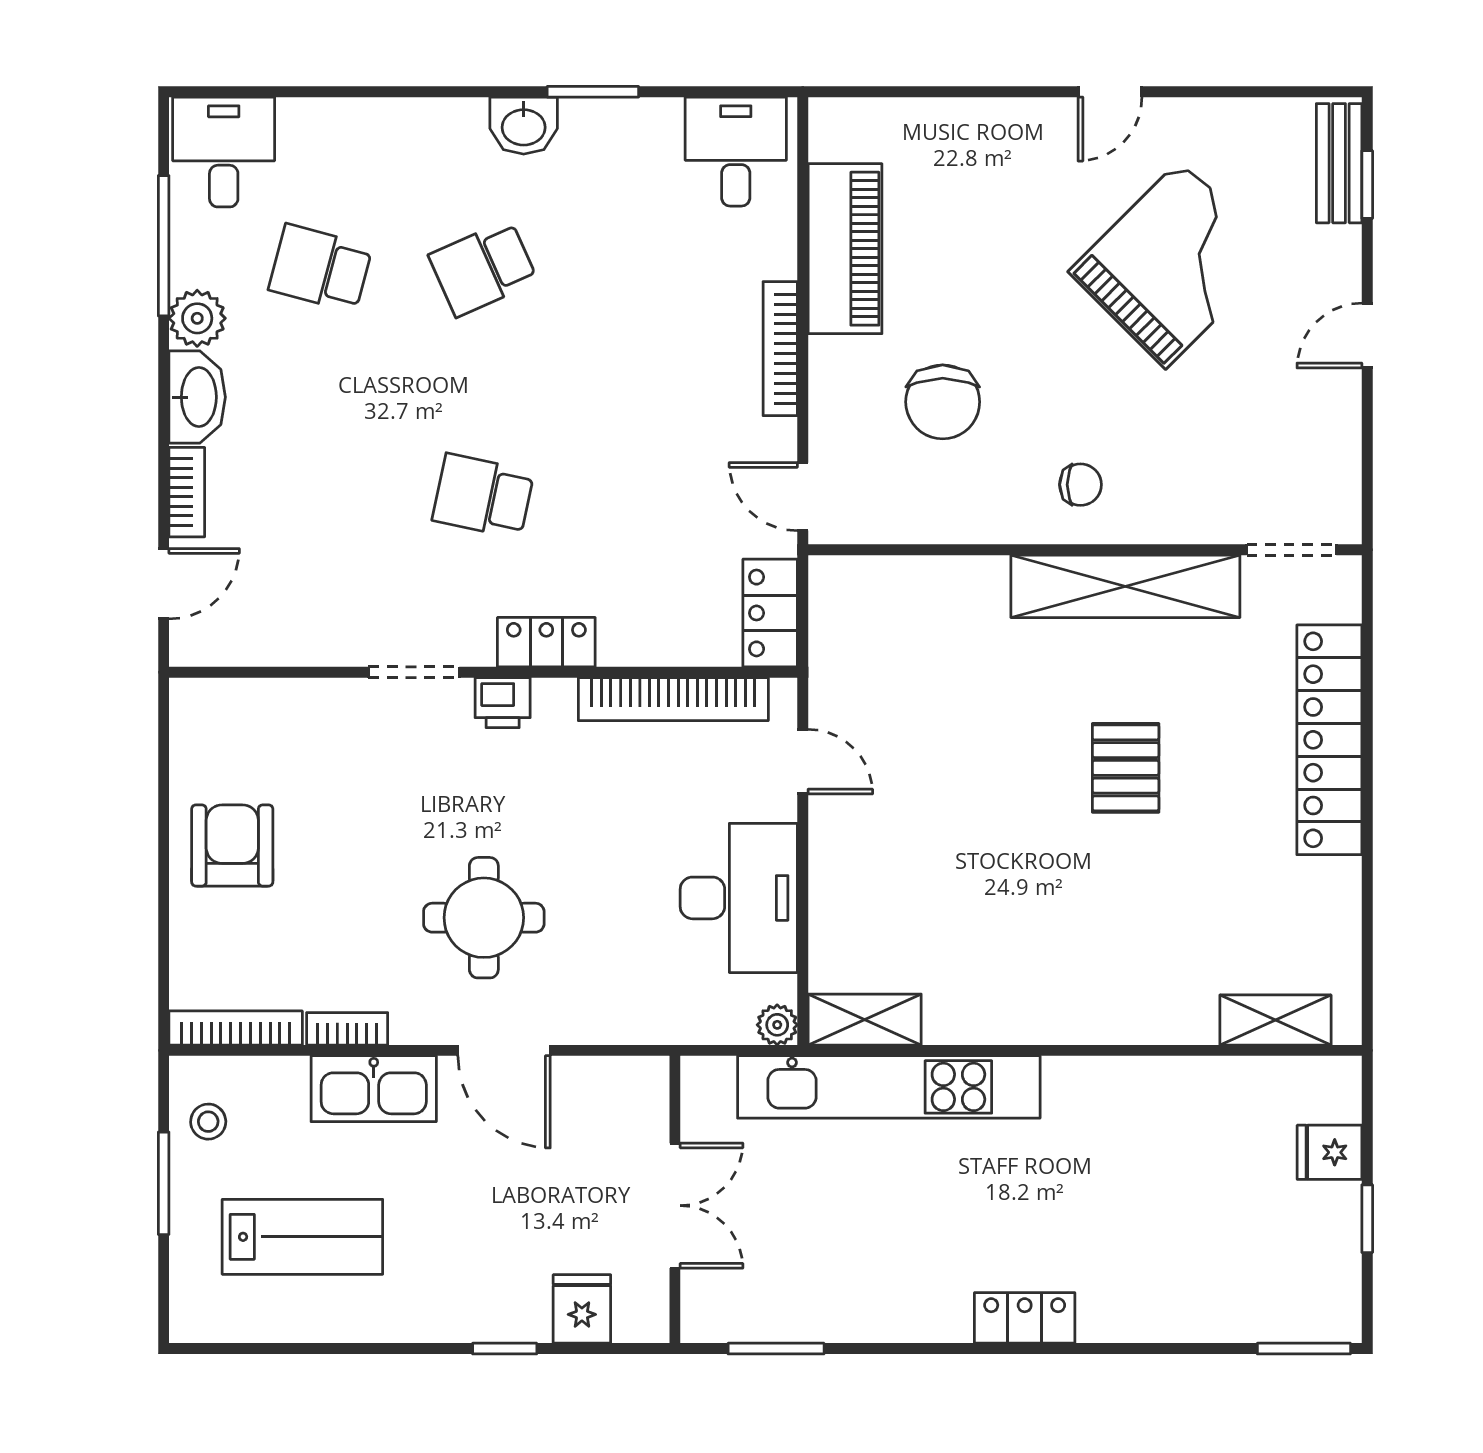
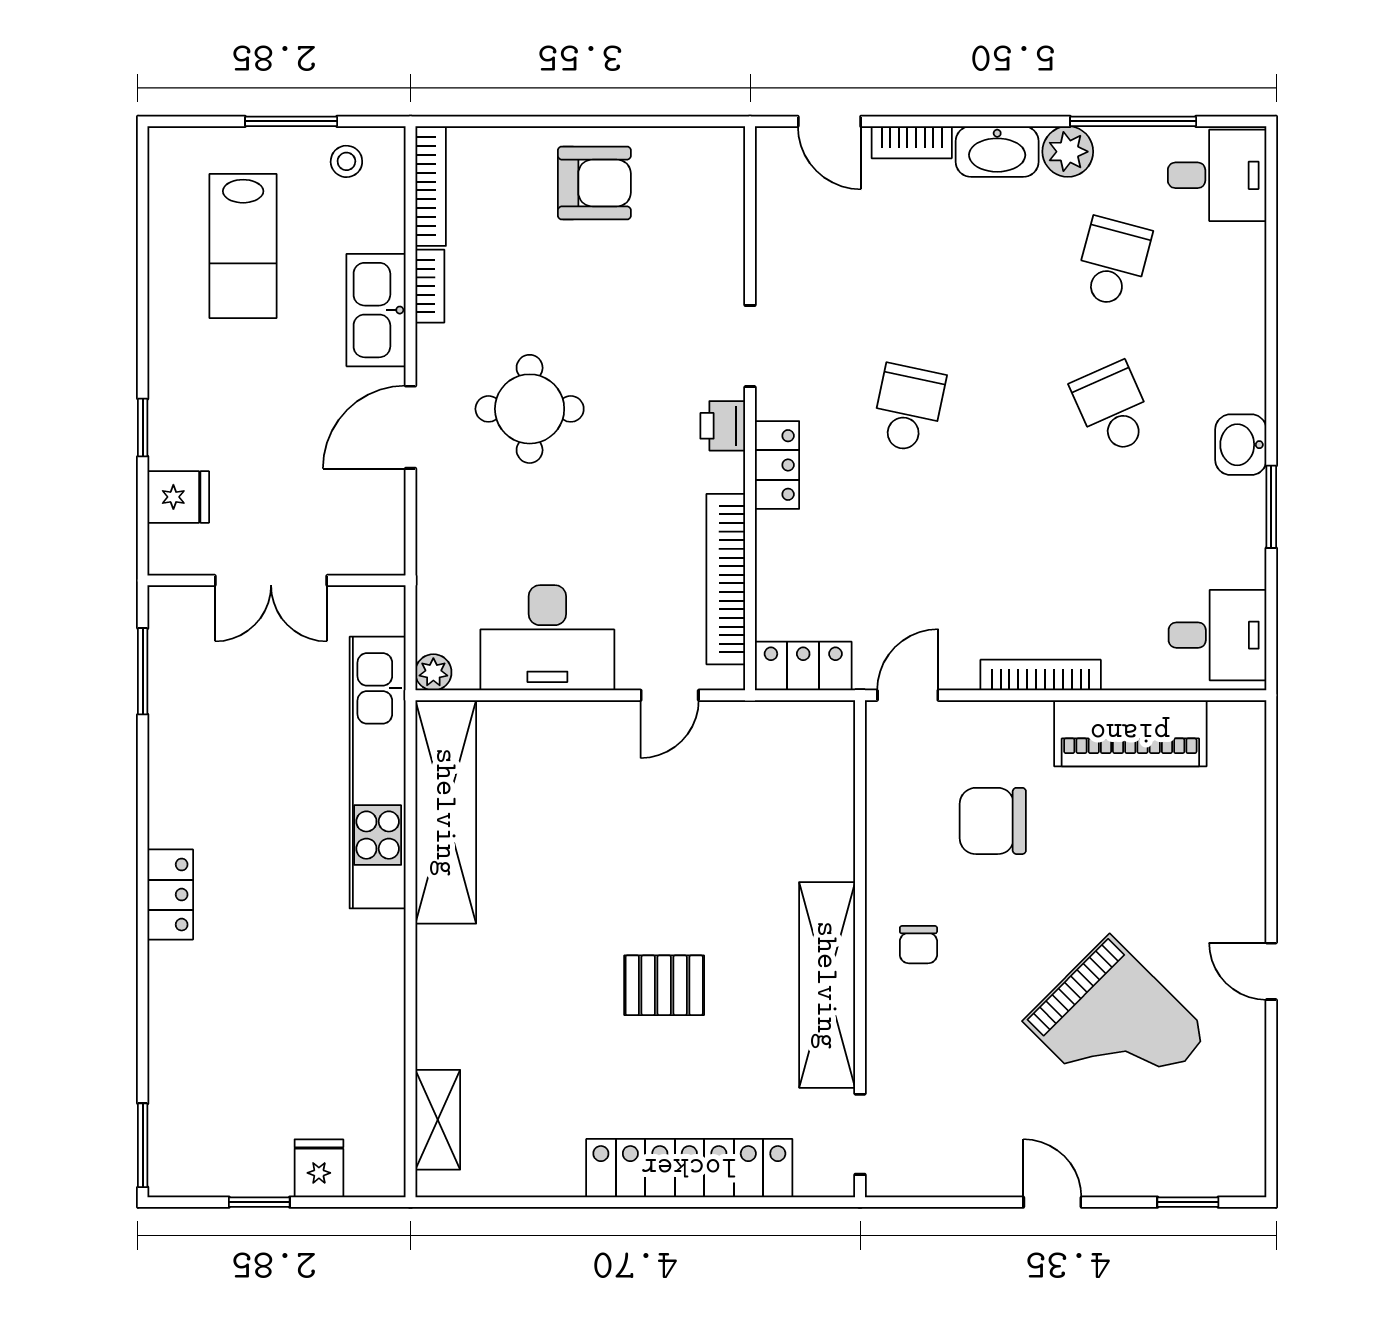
bench: (1339, 163) -> (1207, 1177), removed
shelving: (865, 1020) -> (446, 812), width x2.20, depth x1.33

